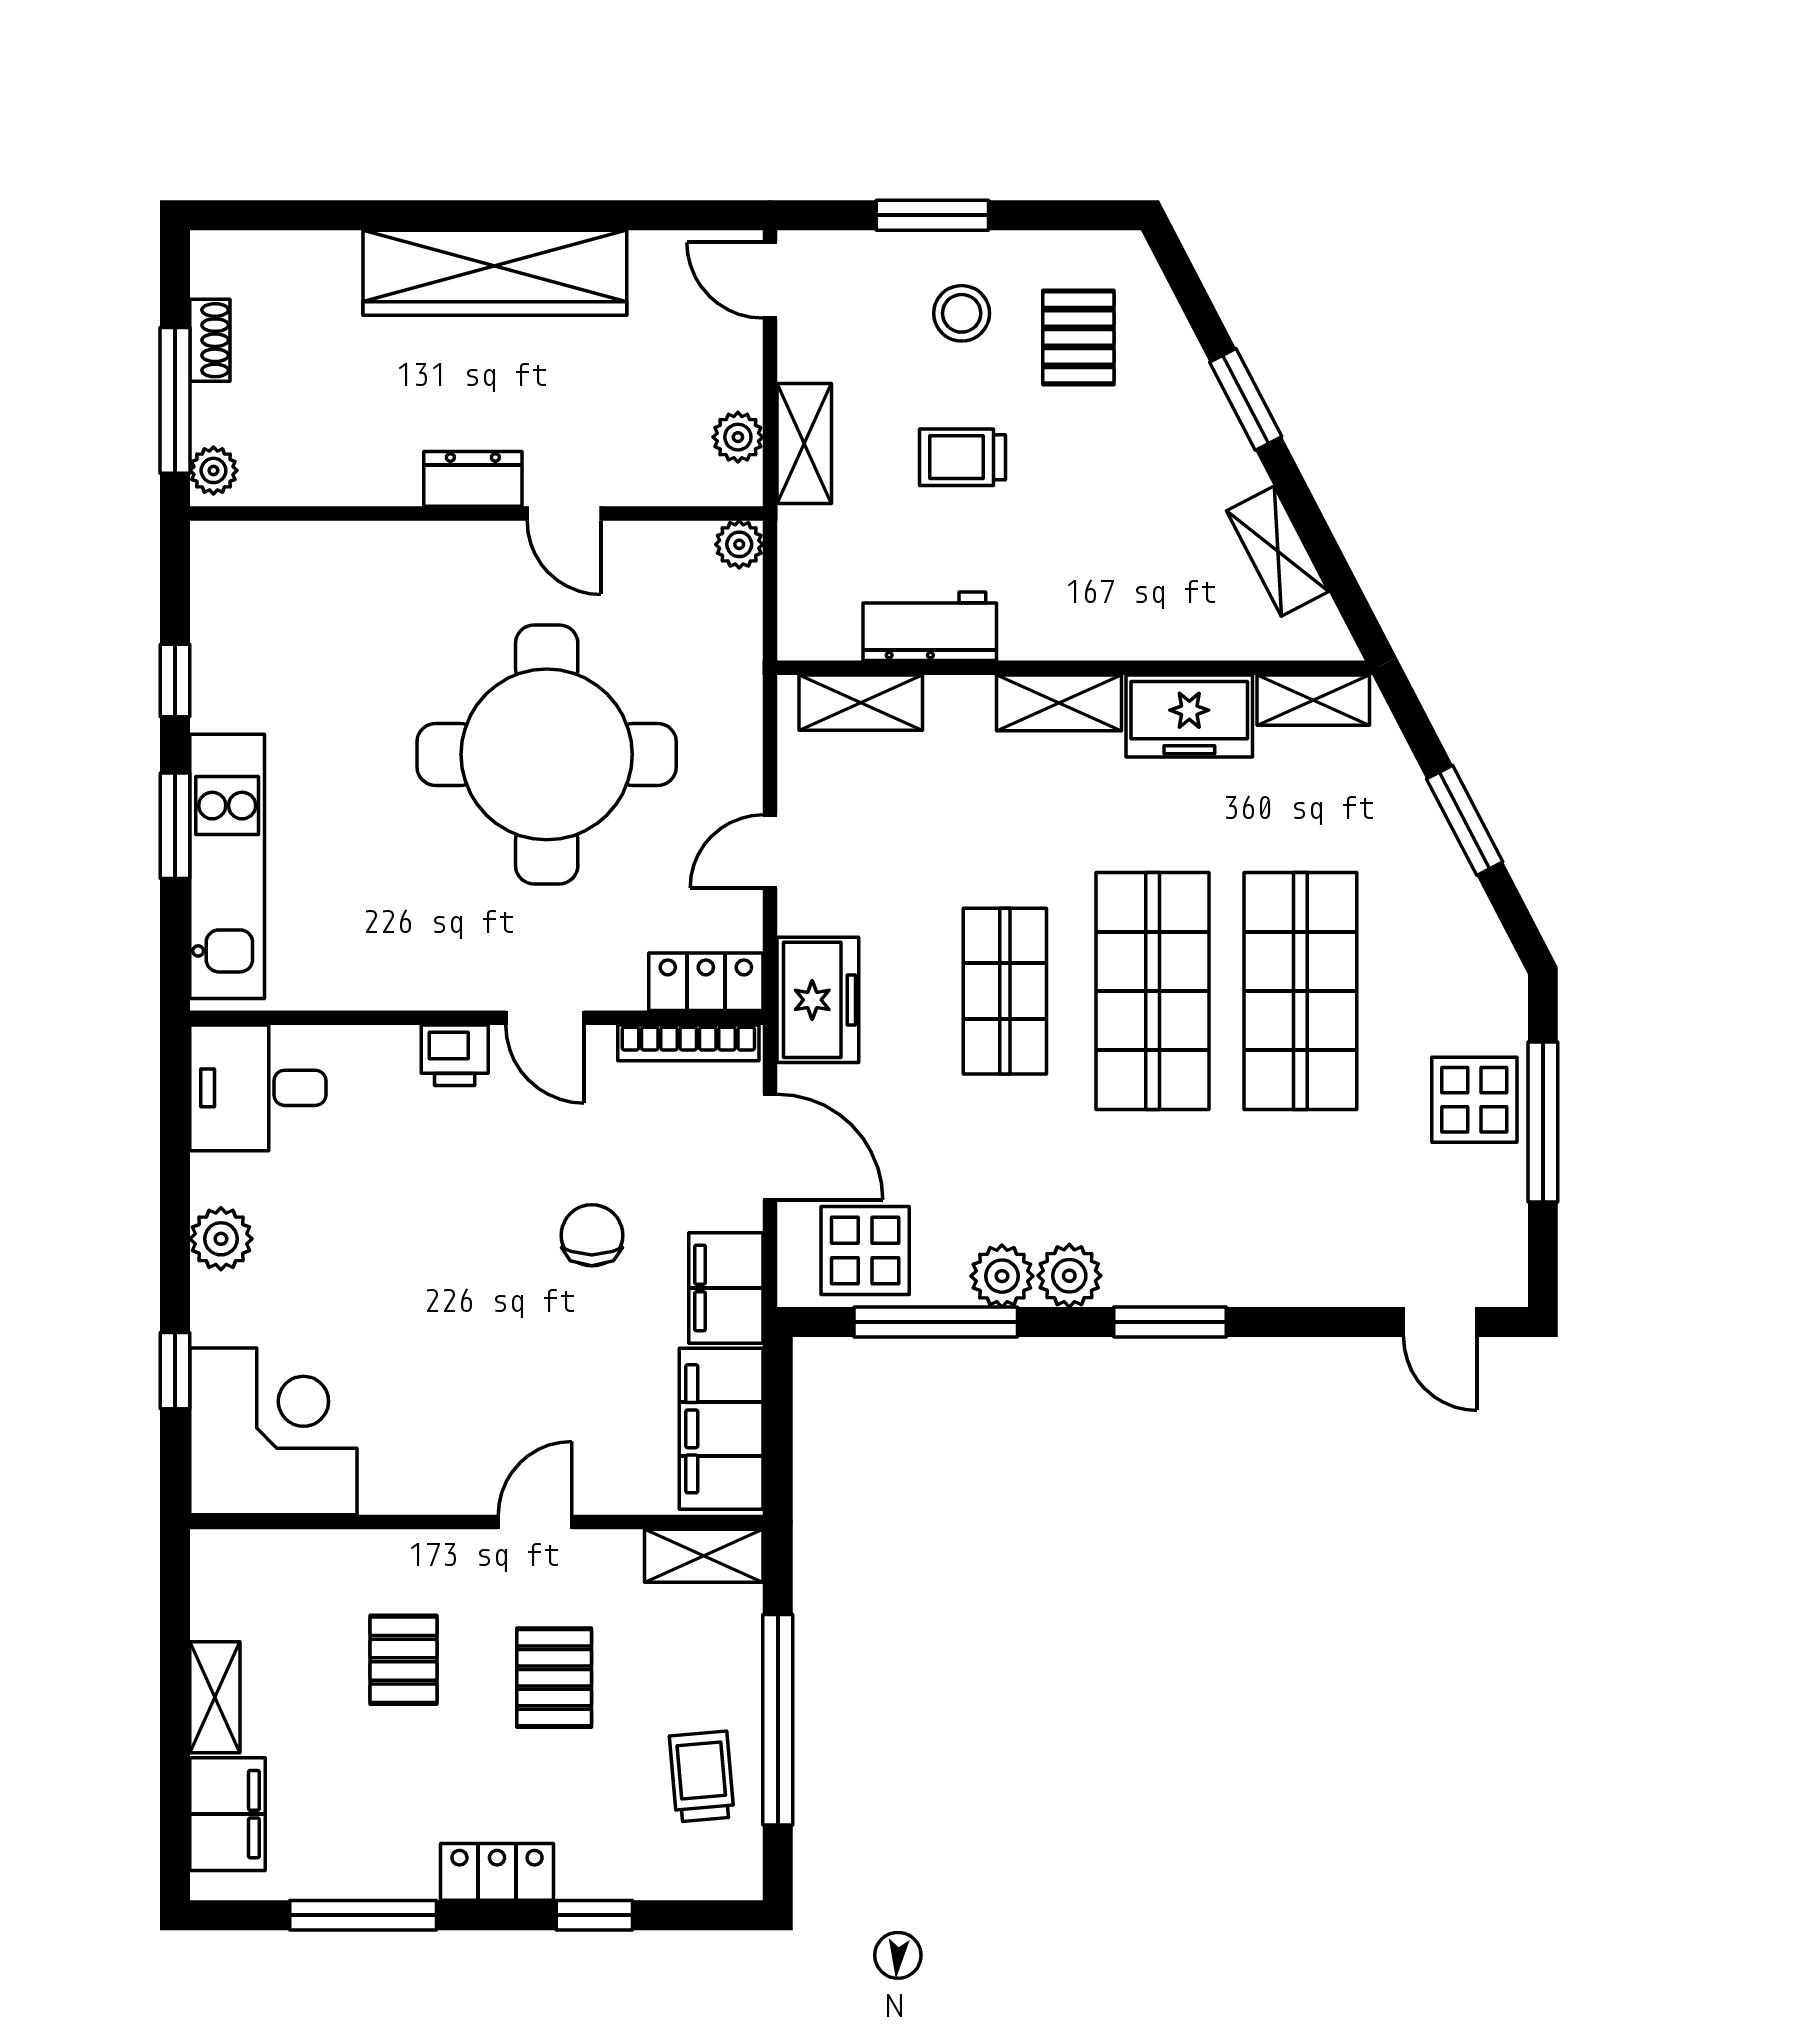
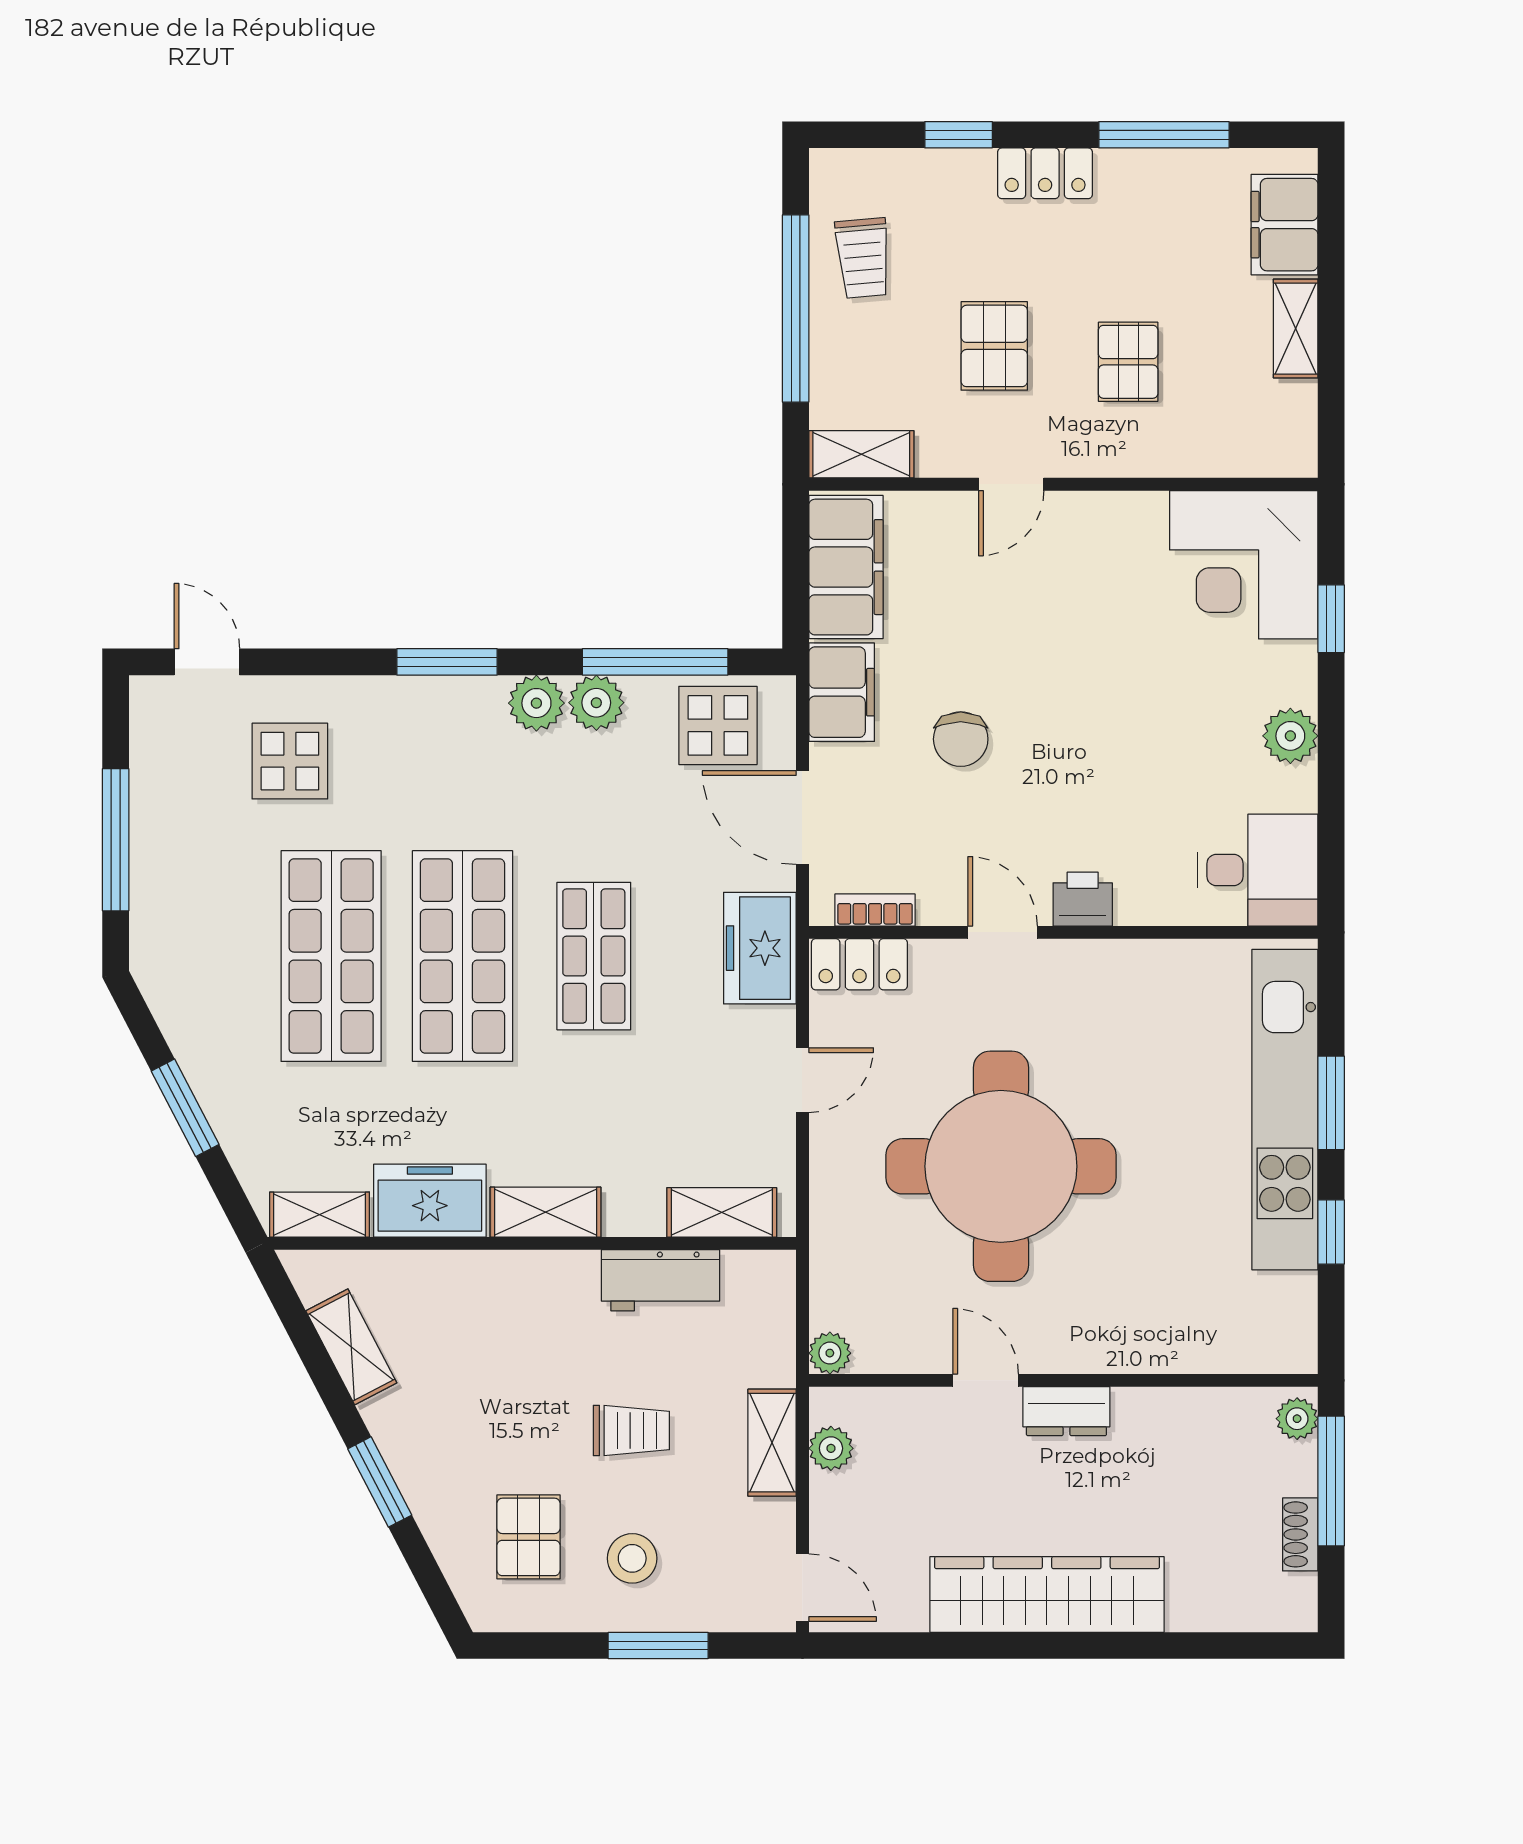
kitchen unit: (227, 866) -> (1285, 1110), width x1.36
bookcase: (688, 1043) -> (875, 910), width x0.64
display table: (1474, 1100) -> (290, 761), moved

